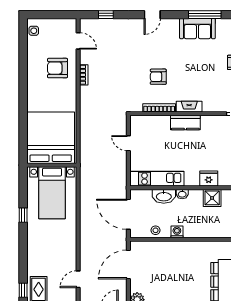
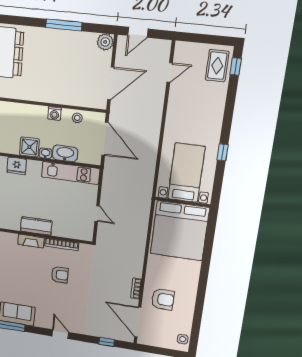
door: (152, 15) -> (60, 334), hinge flipped
door: (78, 41) -> (138, 322), width x1.88
shower: (212, 198) -> (29, 147), moved

